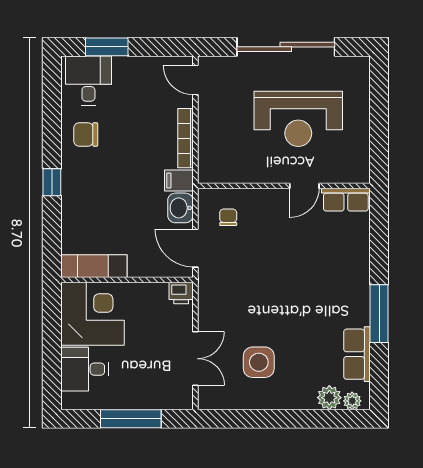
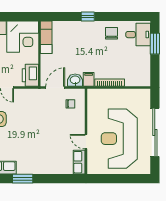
door: (195, 80) -> (138, 88), removed
reception desk: (298, 119) -> (119, 139), width x1.36, depth x1.30
printer: (181, 293) -> (30, 75), width x1.87, depth x1.48
window: (379, 314) -> (23, 179), width x0.69

